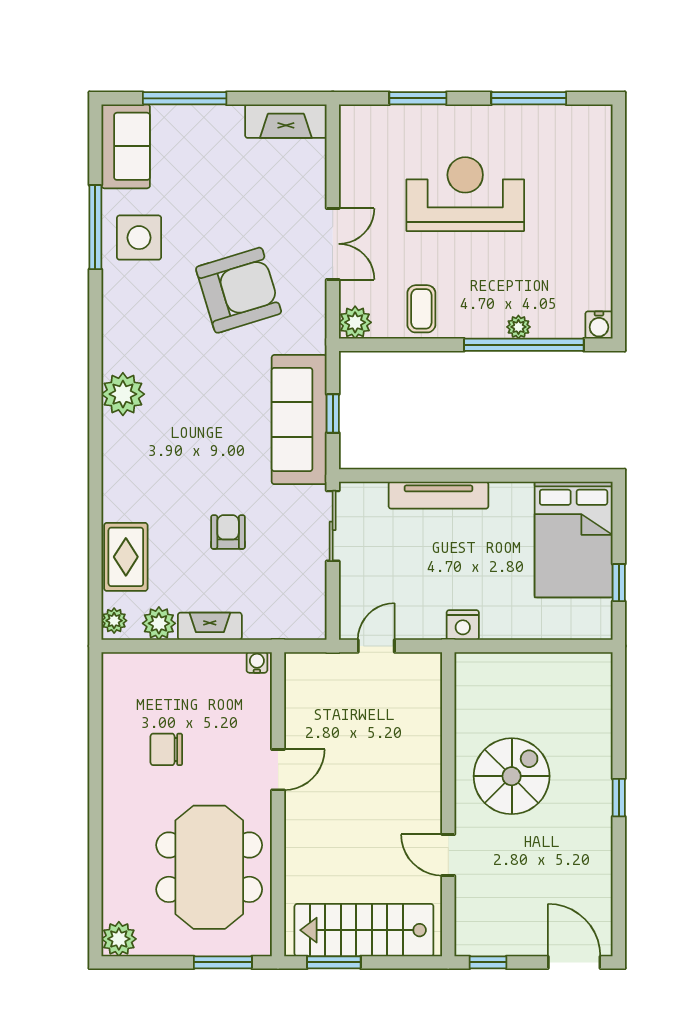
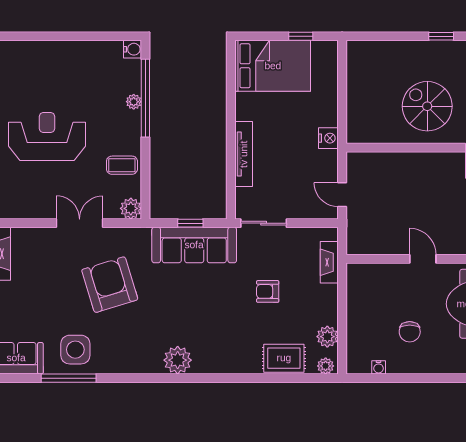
reception desk: (465, 194) -> (47, 137), turned 90
fireplace: (210, 626) -> (329, 262), moved
water cooler: (257, 662) -> (379, 367), moved, turned -90

